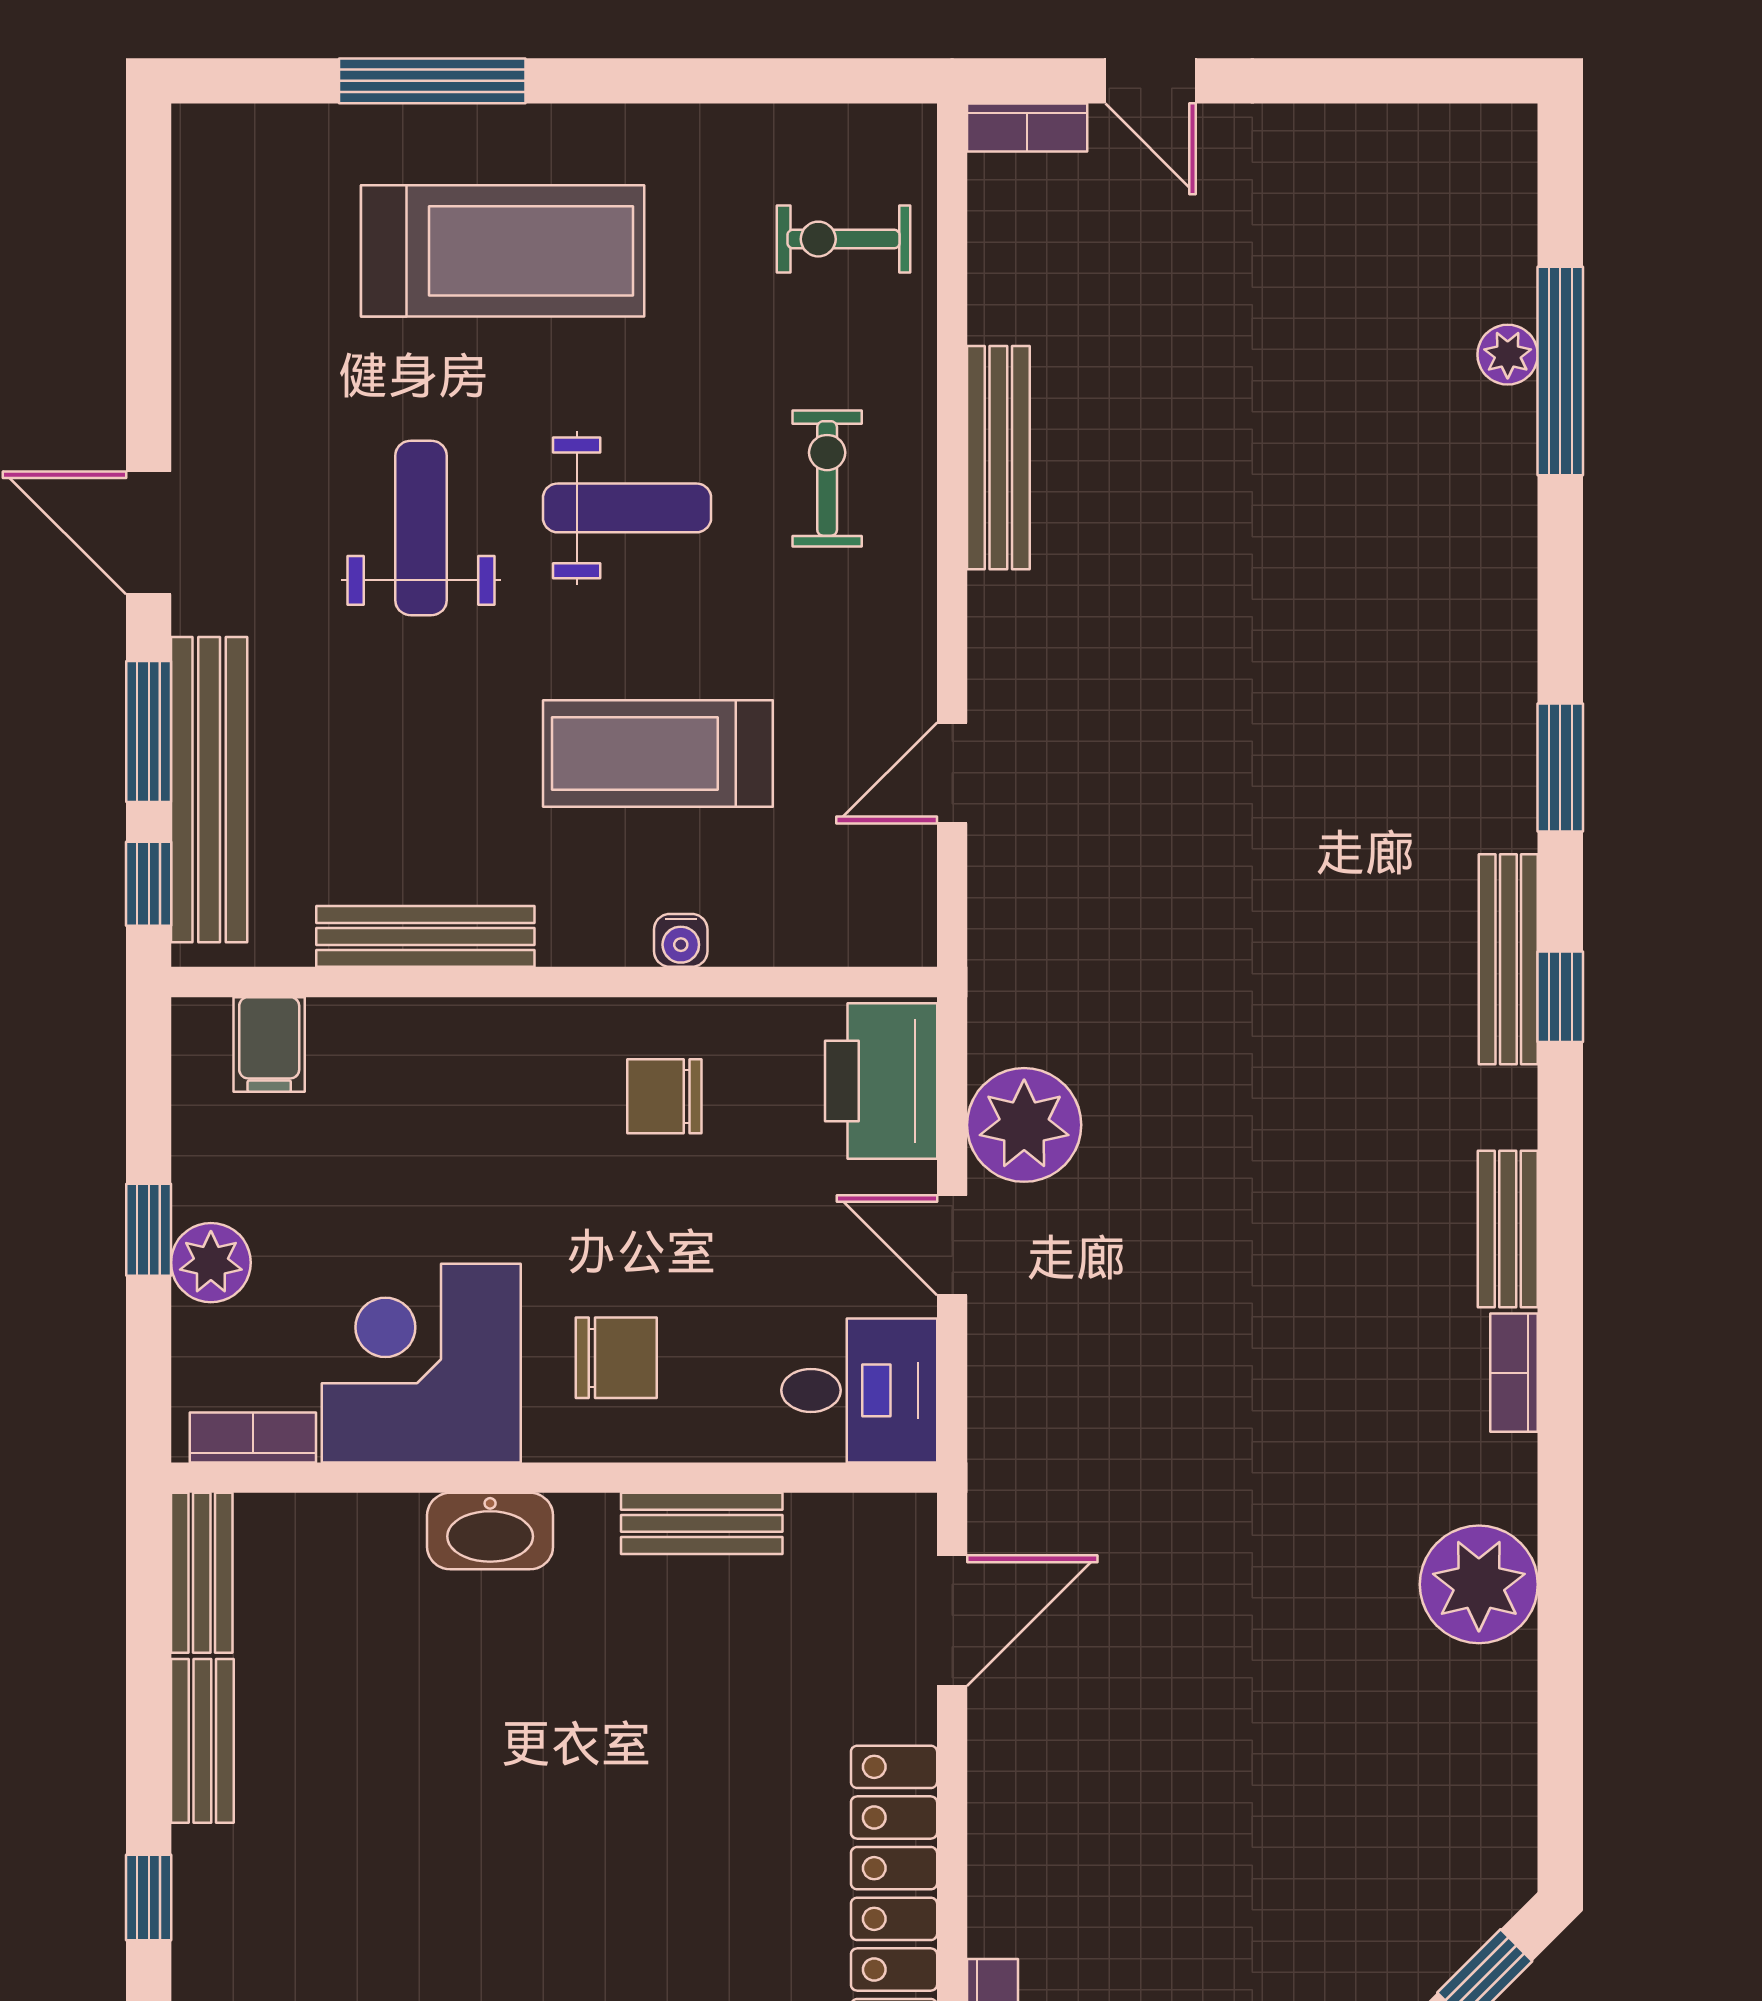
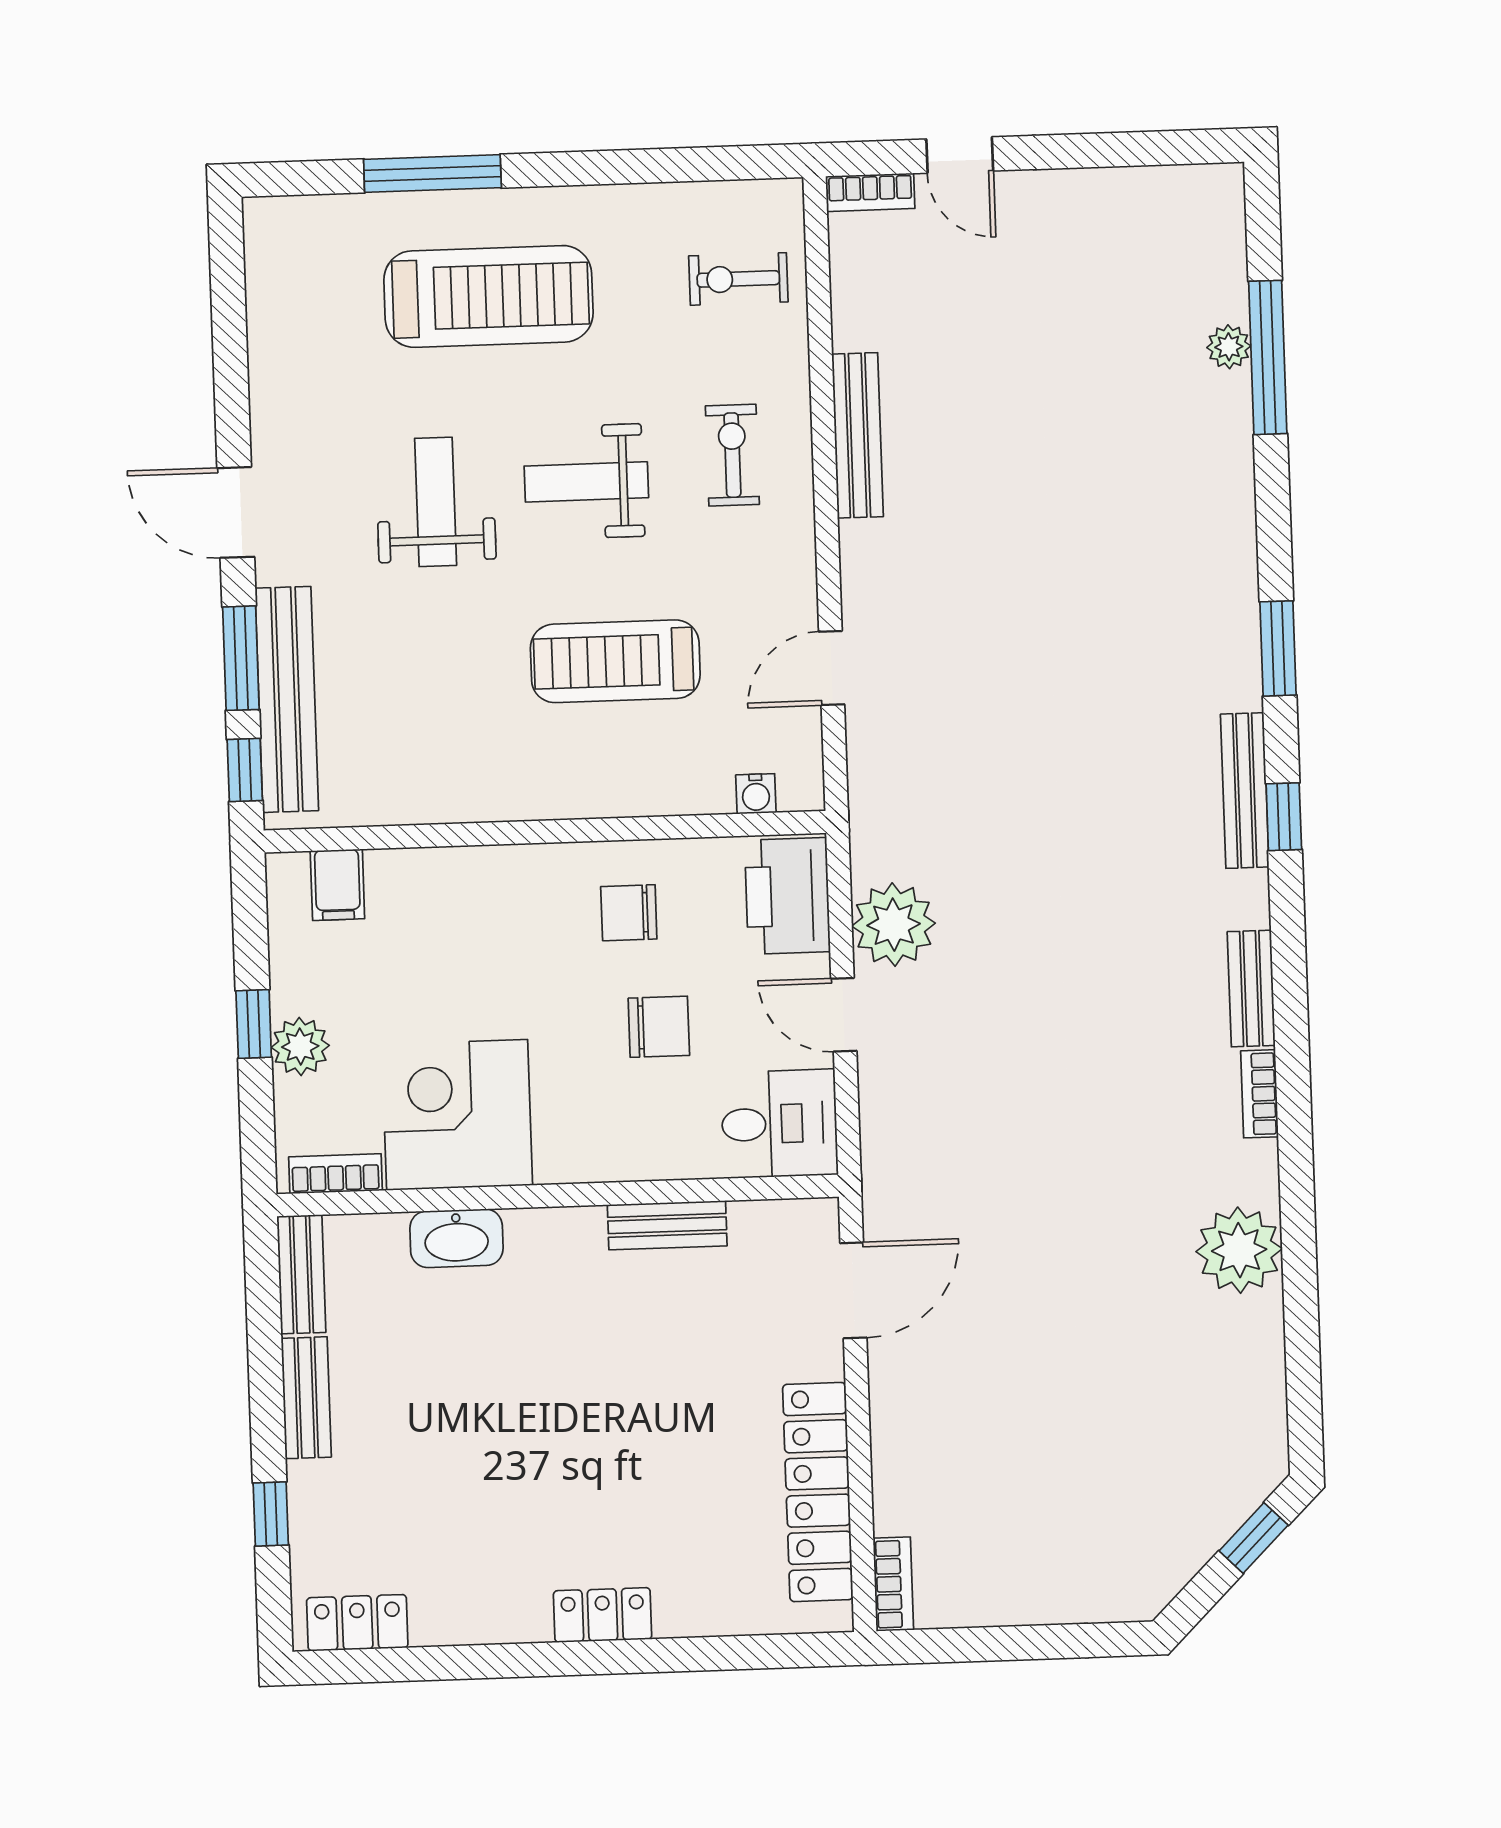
weight bench: (627, 508) -> (586, 482), turned 180
bench: (425, 936) -> (449, 802), removed
water cooler: (681, 940) -> (756, 794), moved
chair: (616, 1358) -> (659, 1027), moved
washbasin: (490, 1531) -> (456, 1238), moved

